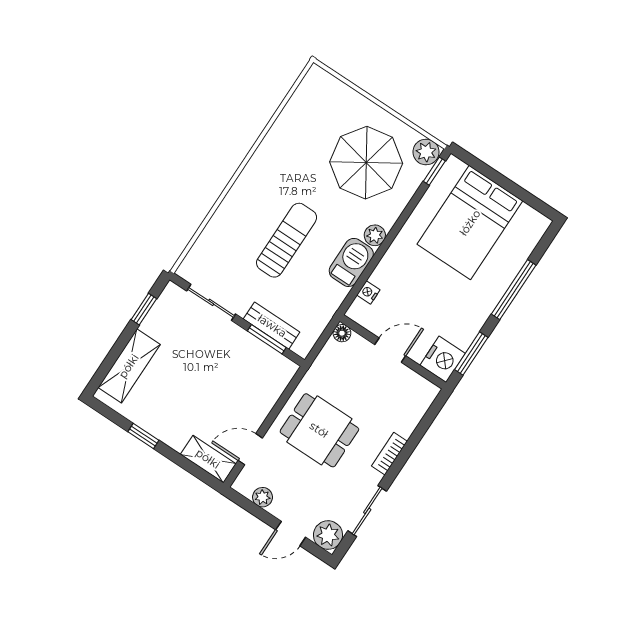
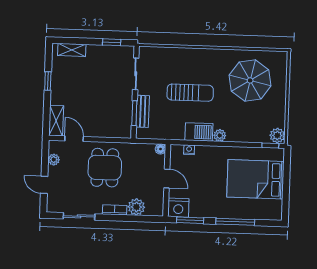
parasol: (366, 163) -> (250, 80), moved
shelving: (129, 366) -> (72, 50), width x0.67, depth x0.75
plant: (328, 535) -> (136, 207), moved

